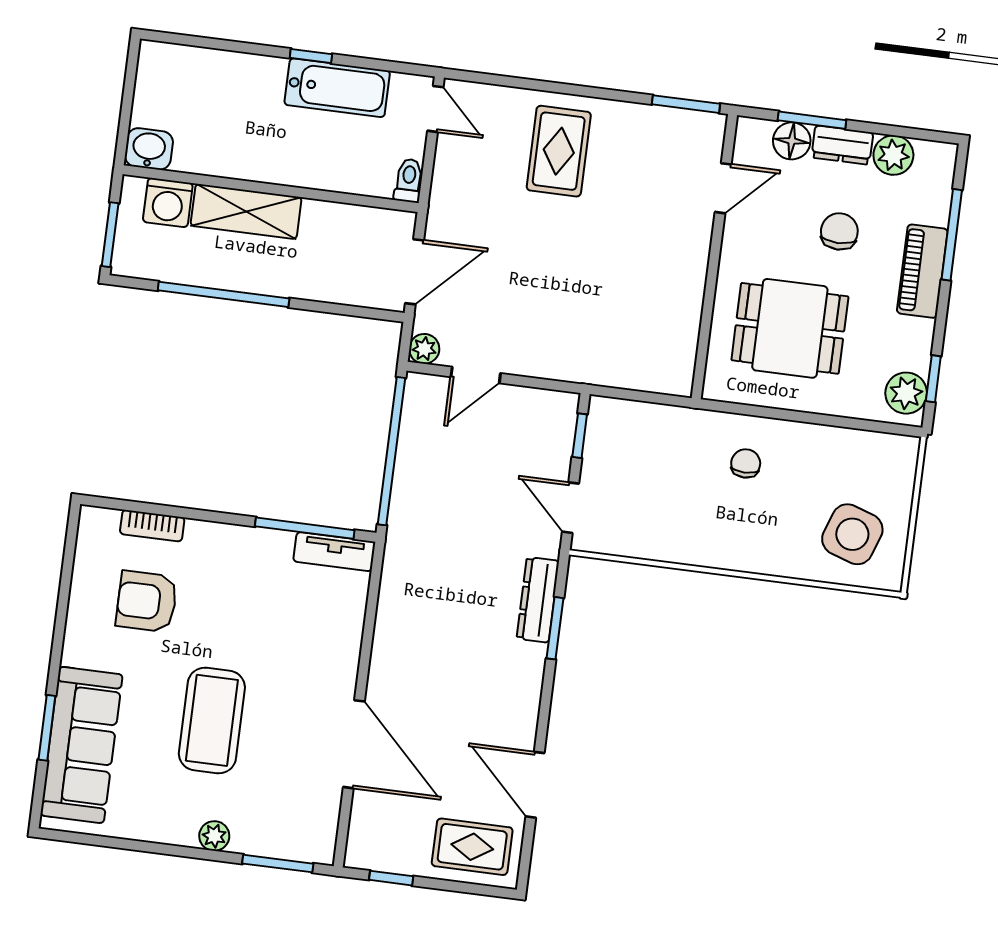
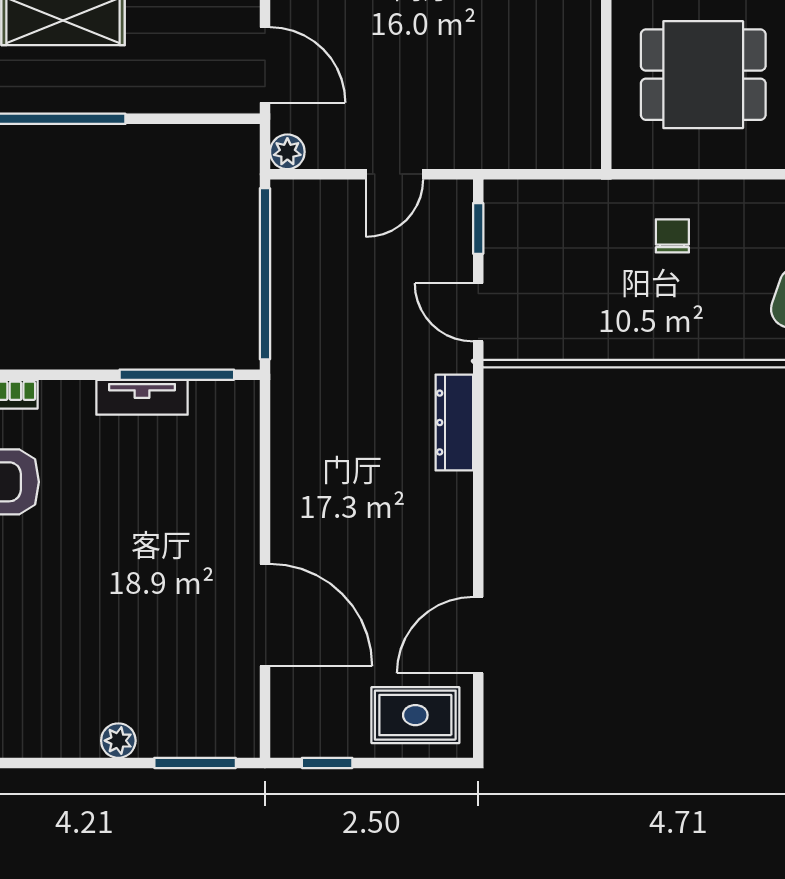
door: (414, 272) -> (265, 65), hinge flipped
door: (476, 375) -> (394, 174), moved
tv unit: (334, 552) -> (142, 397), moved
window: (555, 628) -> (478, 453), removed
coffee table: (212, 720) -> (99, 609), removed
door: (535, 785) -> (478, 635), hinge flipped

